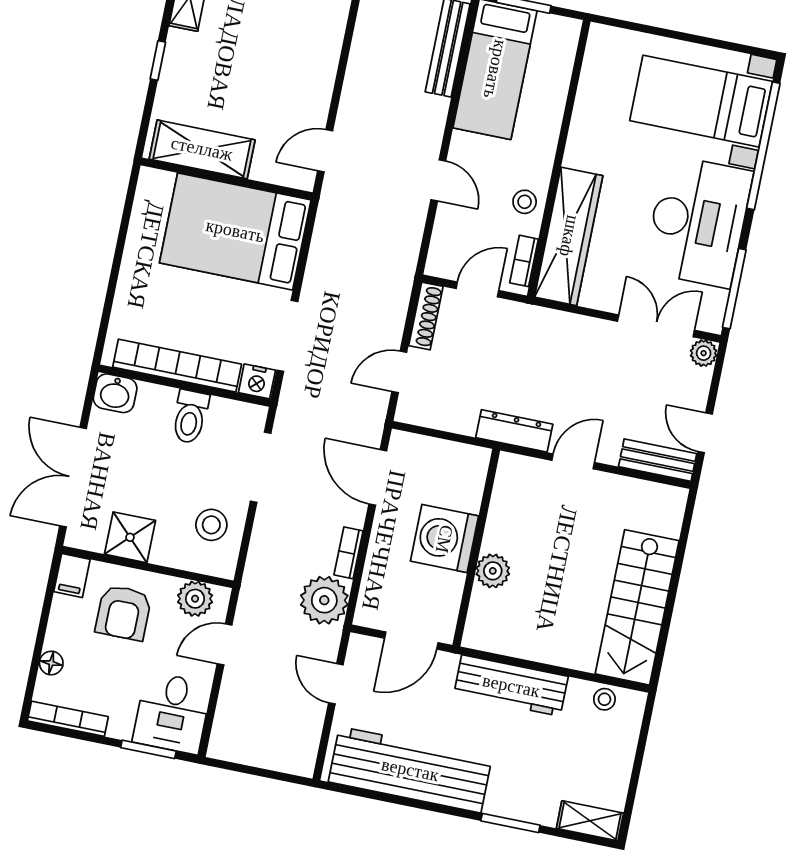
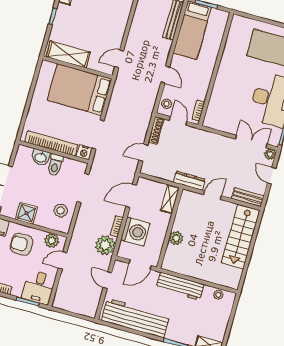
stool: (525, 202) -> (166, 104), moved
wardrobe: (569, 236) -> (218, 102), removed
door: (477, 289) -> (178, 121), hinge flipped
washbasin: (115, 393) -> (41, 157), moved
door: (705, 433) -> (271, 176), moved
door: (378, 477) -> (131, 196), hinge flipped
shelving: (471, 478) -> (170, 199), added
washing machine: (444, 539) -> (135, 232), moved, turned 180
stairs: (637, 607) -> (241, 237), moved
armchair: (123, 613) -> (22, 244), turned 90

